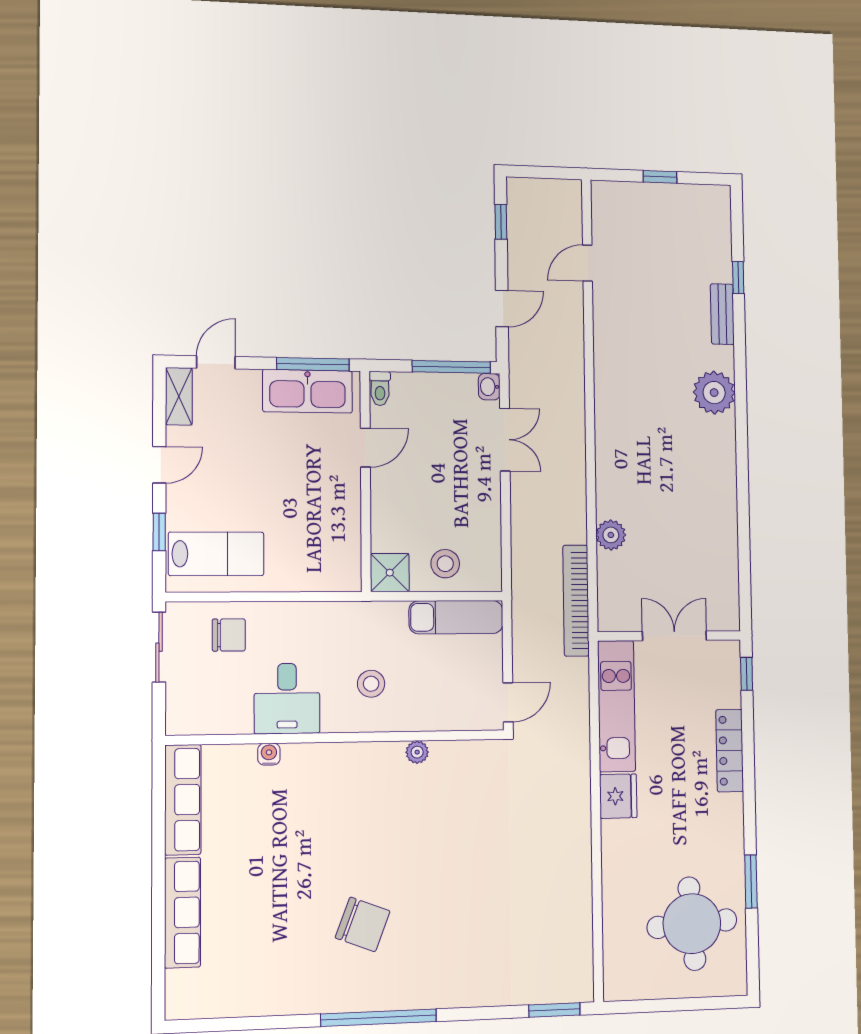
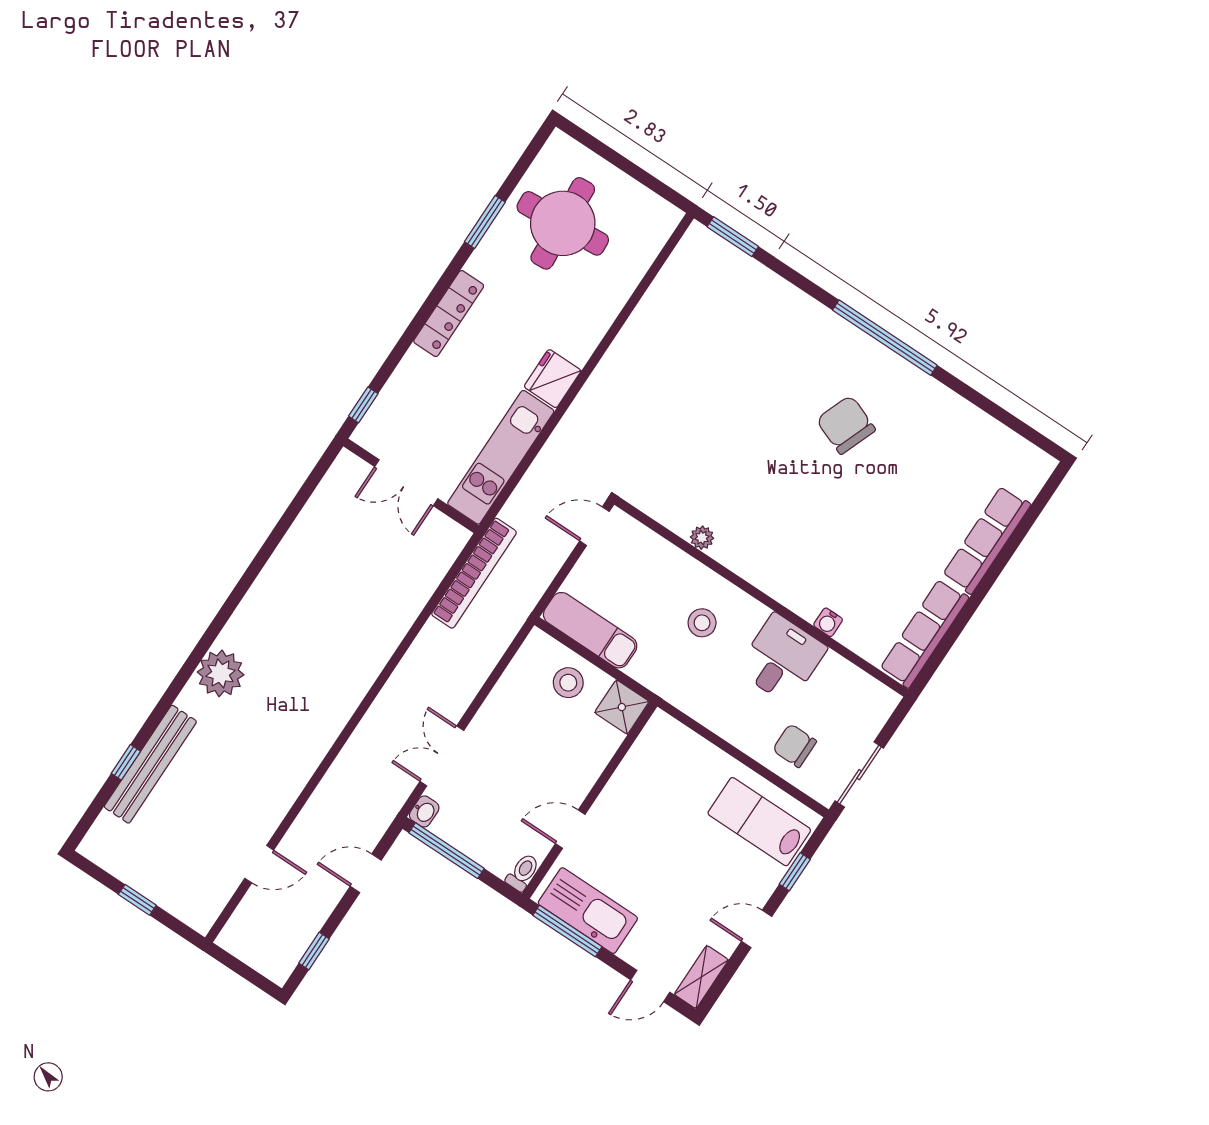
bench: (722, 314) -> (150, 764), width x1.86, depth x1.21
plant: (611, 535) -> (403, 610), removed
locker: (730, 751) -> (449, 314), moved

